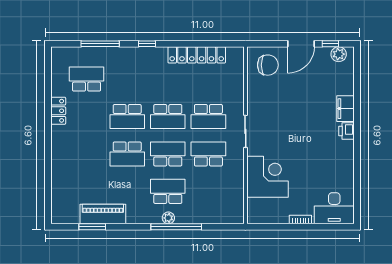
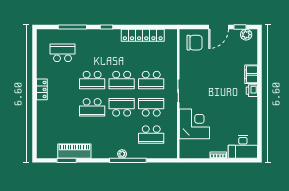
locker: (58, 111) -> (42, 89), moved
school desk: (168, 191) -> (151, 135), moved, turned 180

